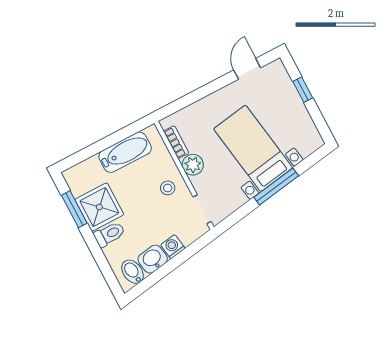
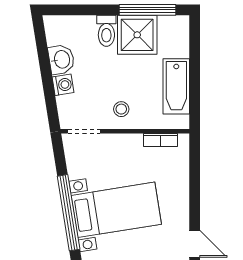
plant: (193, 165) -> (131, 144), removed
window: (276, 187) -> (69, 213), width x1.46
window: (74, 209) -> (148, 10), width x1.44
bidet: (133, 272) -> (59, 34), removed

